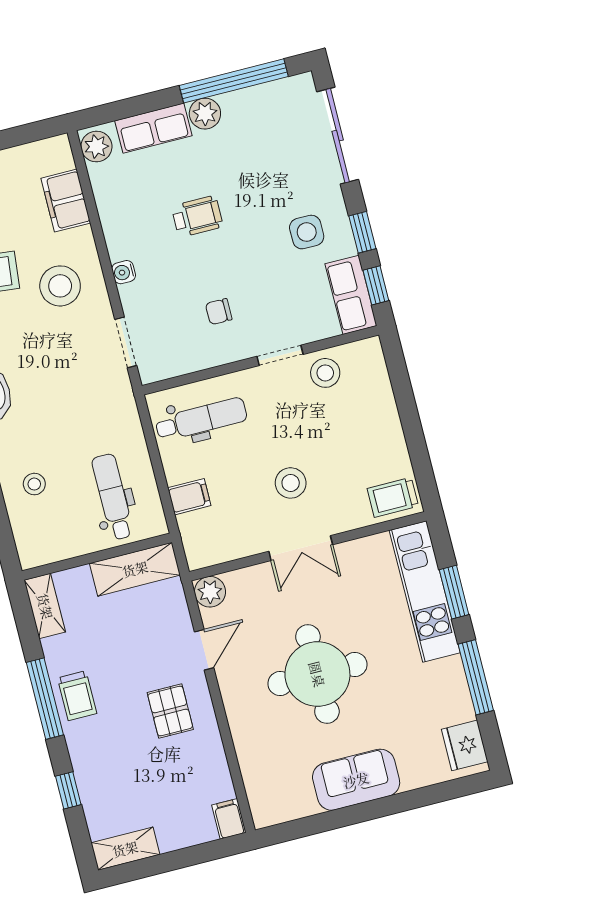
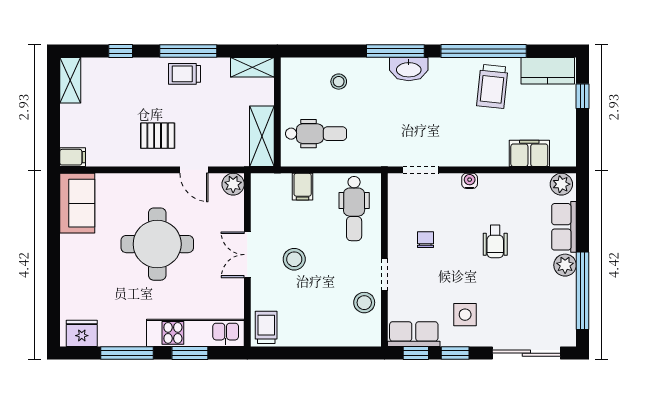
stool: (60, 286) -> (471, 134), removed
sofa: (356, 780) -> (77, 203), moved

